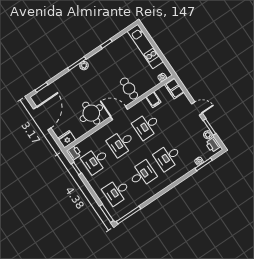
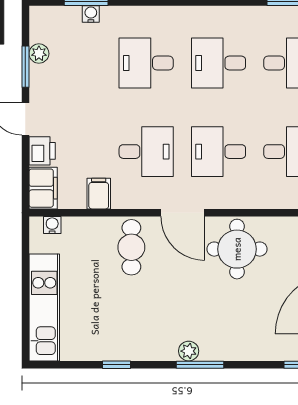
desk: (121, 143) -> (219, 152), turned 180
printer: (213, 145) -> (42, 151), moved
desk: (168, 157) -> (146, 63), turned 180

